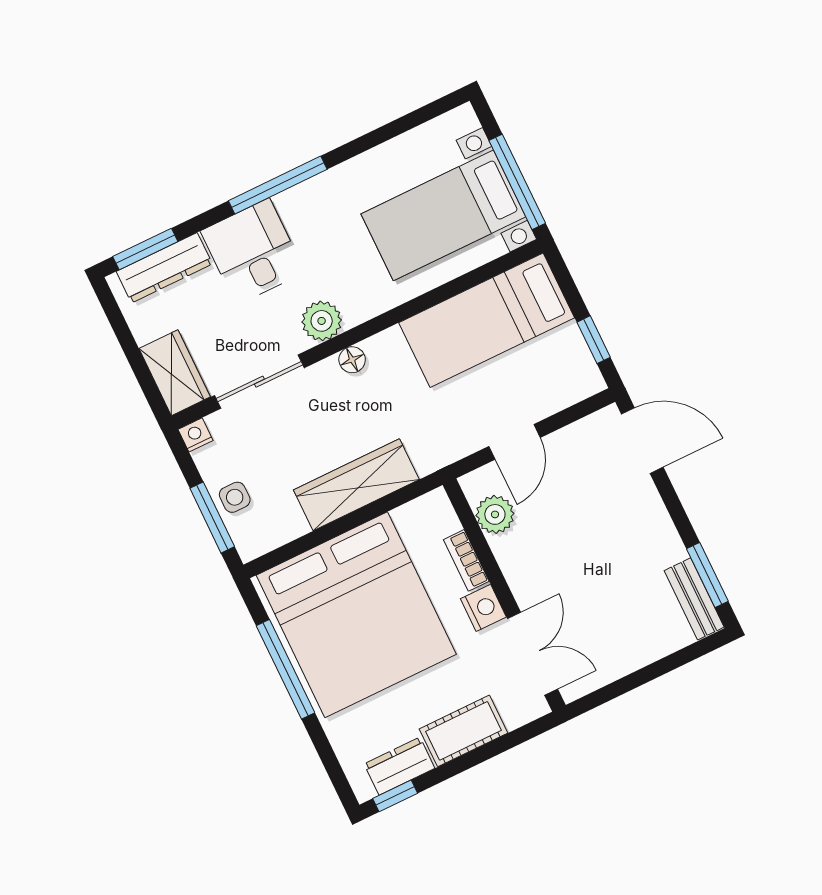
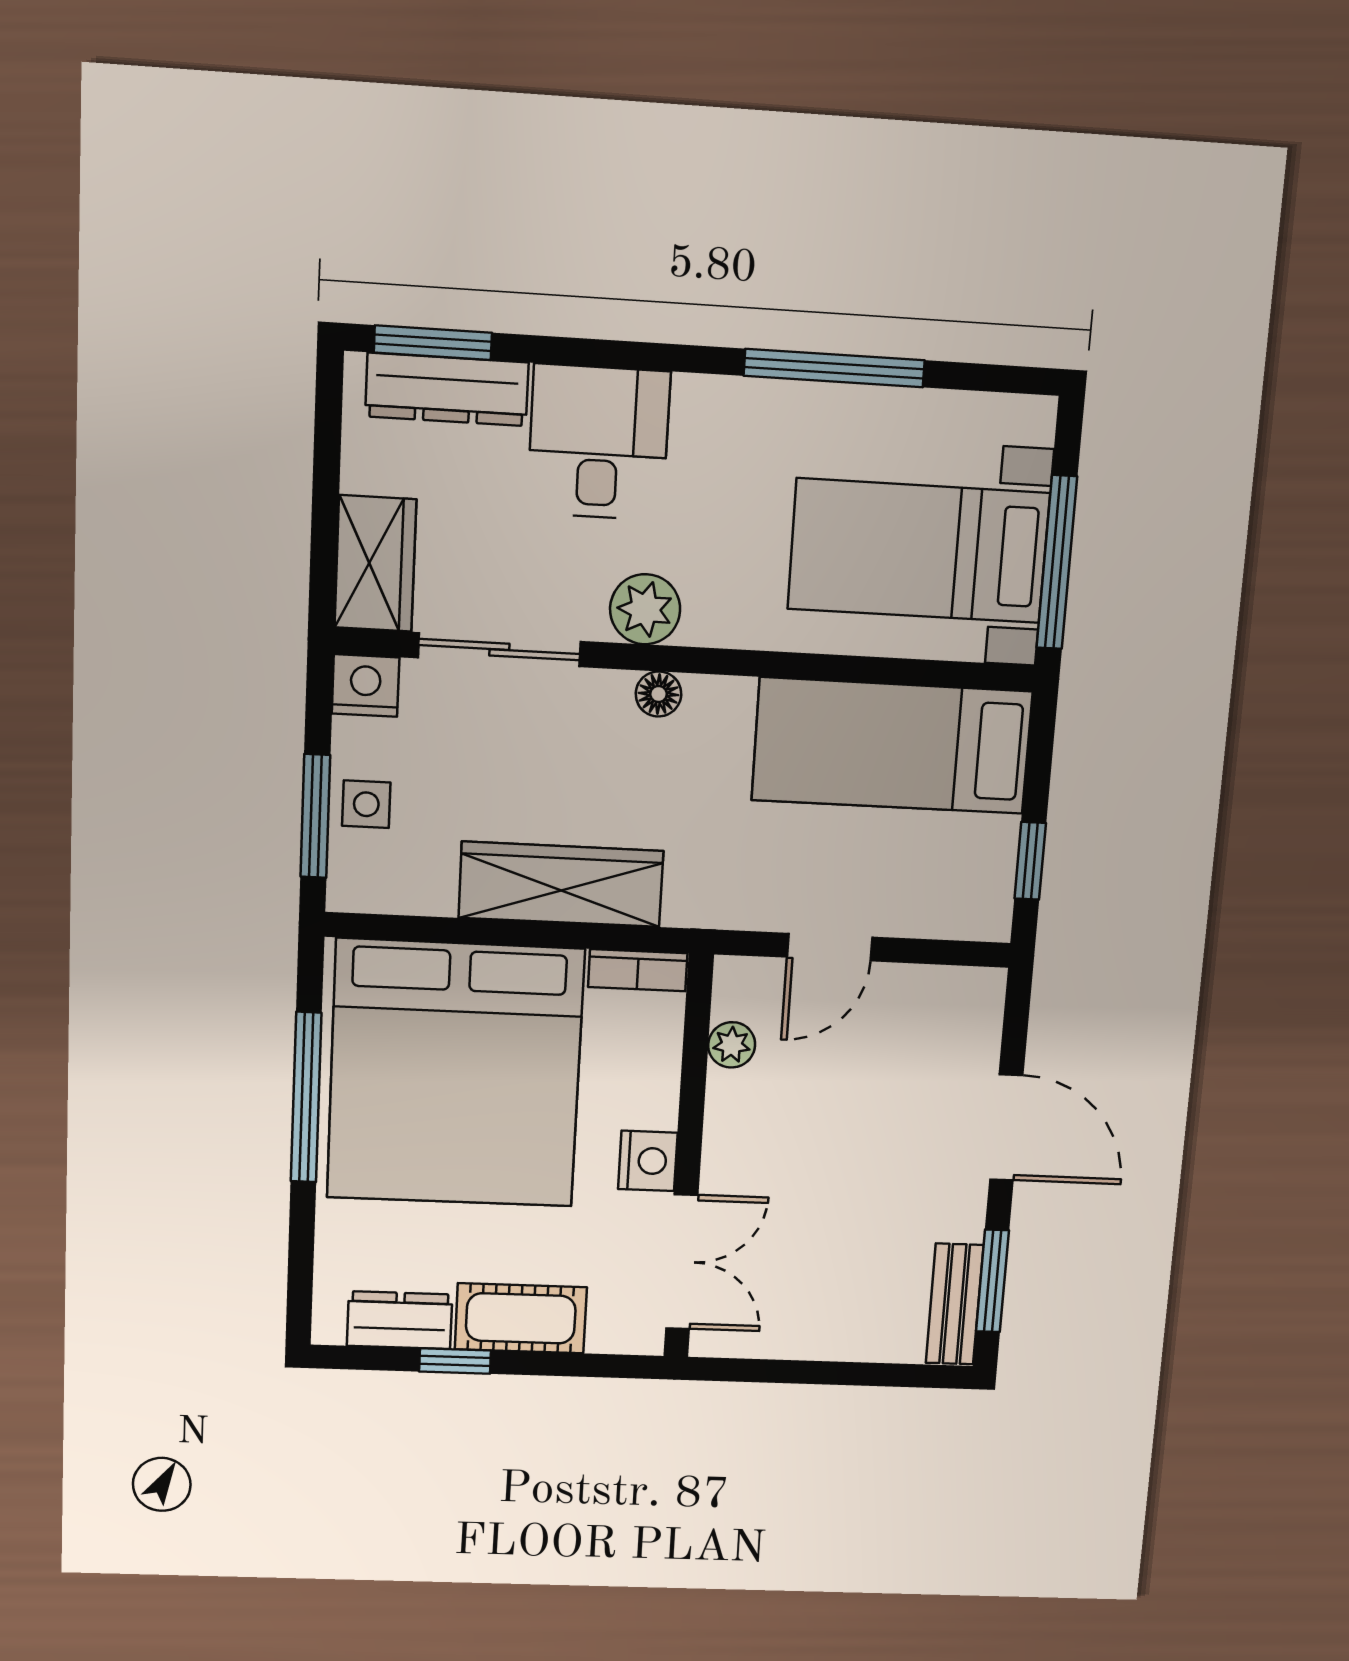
window: (278, 185) -> (834, 368), moved
nightstand: (196, 435) -> (365, 686), width x1.39, depth x1.35
door: (642, 441) -> (1006, 1127), moved
plant: (495, 514) -> (732, 1045), width x0.73, depth x0.73
bookcase: (466, 560) -> (638, 970), moved, turned -90
window: (395, 796) -> (455, 1361), moved

